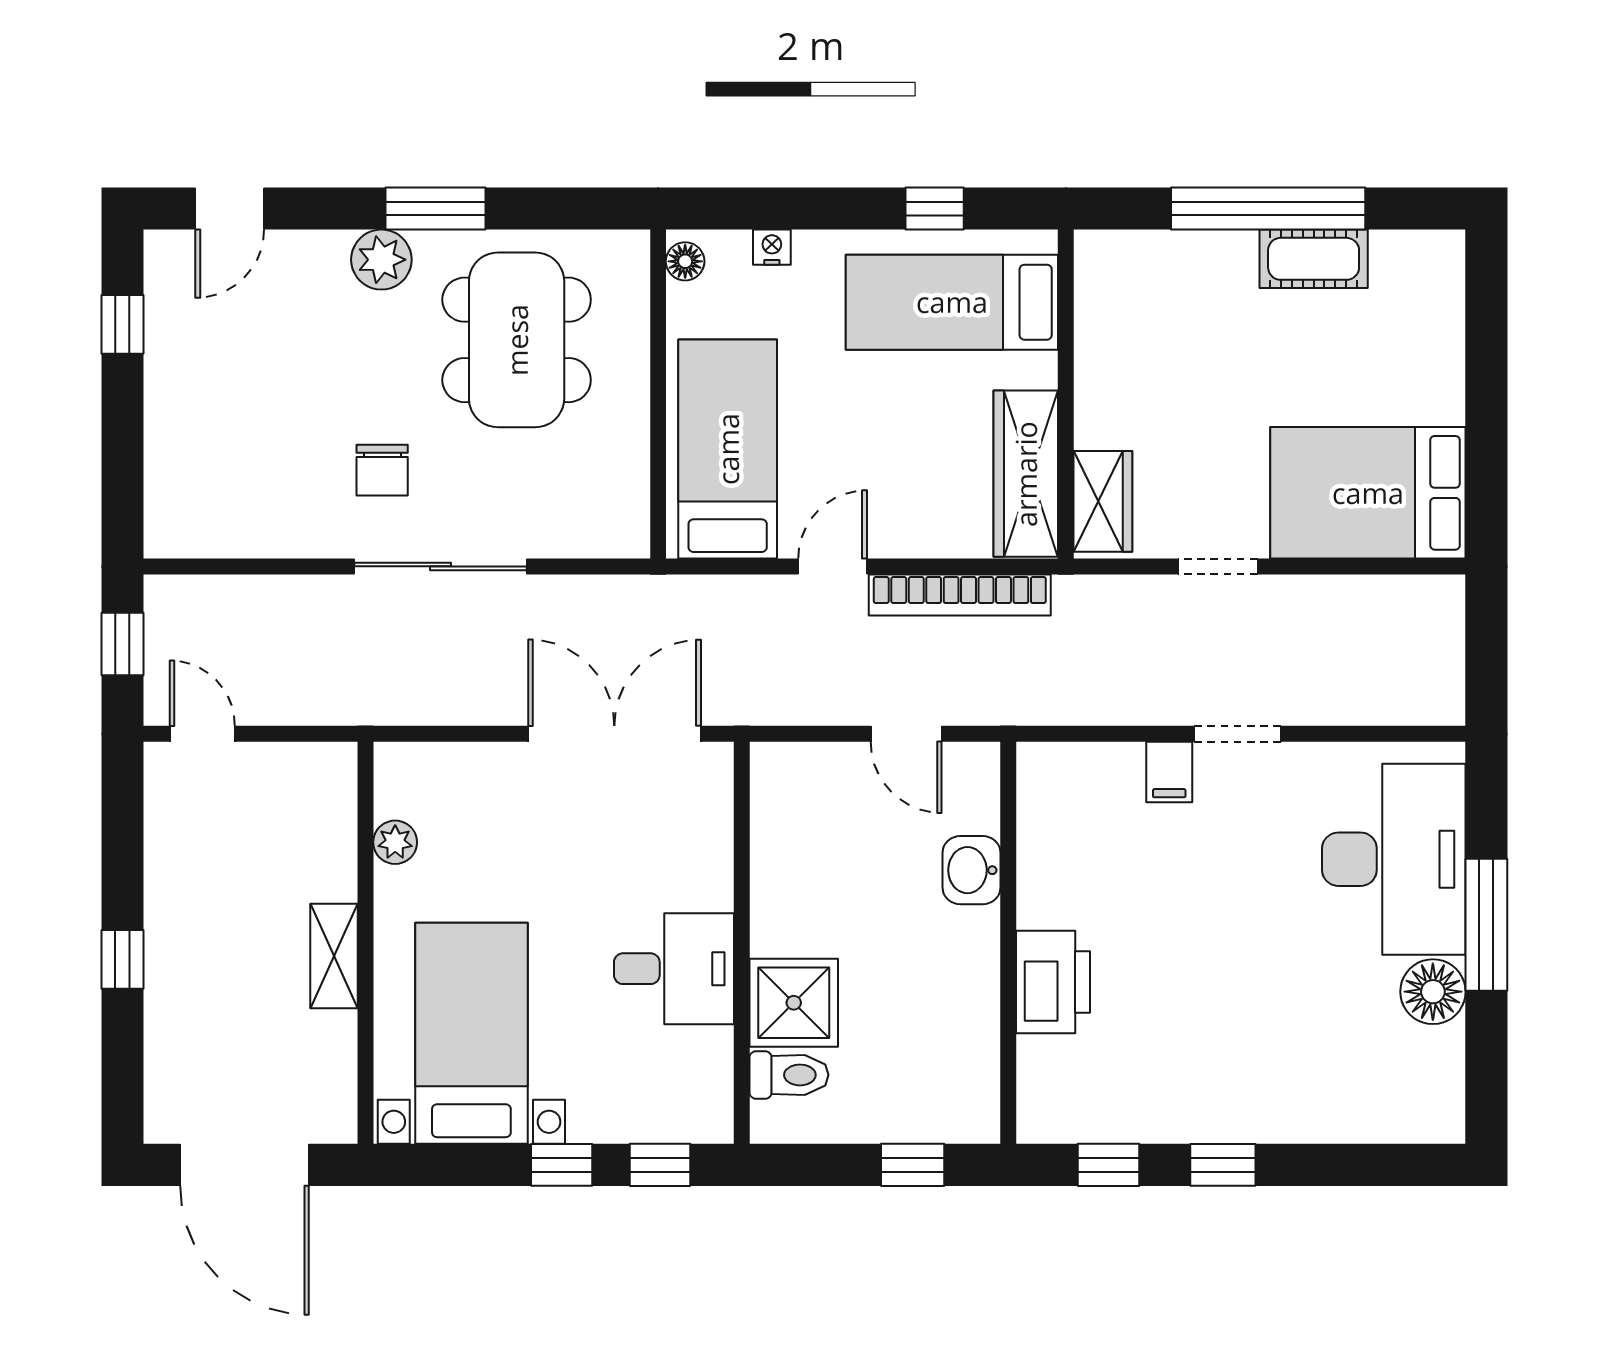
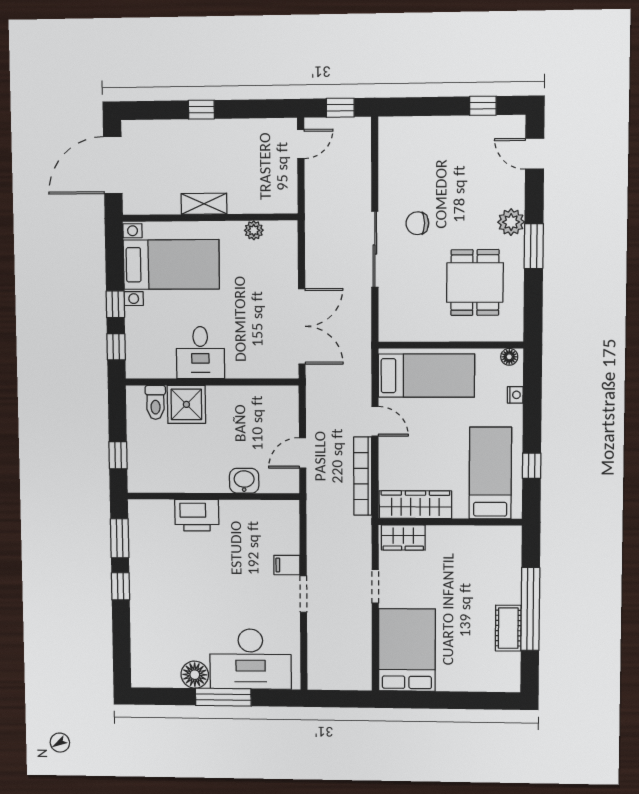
dining table: (517, 340) -> (475, 283), width x0.73
window: (1108, 1165) -> (120, 538), width x1.50

